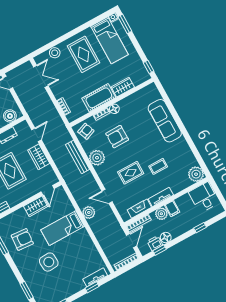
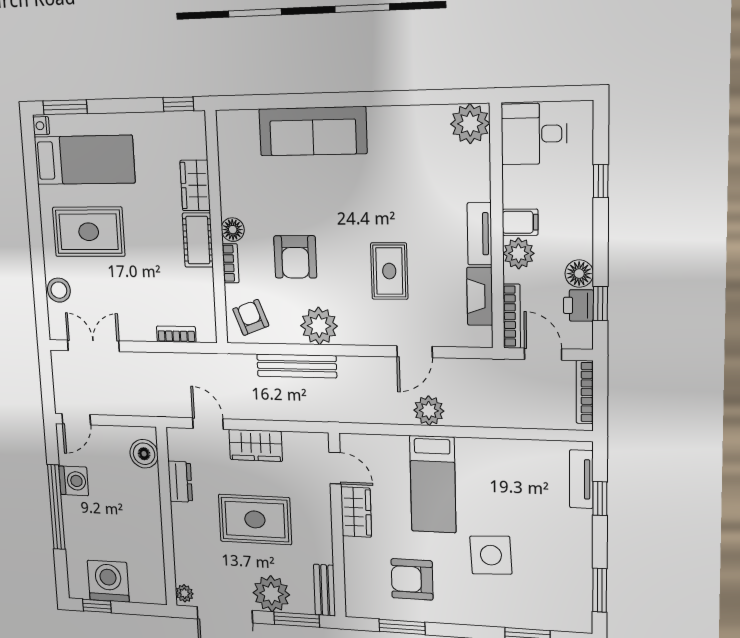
cot: (99, 98) -> (198, 240), width x0.73, depth x0.75
coffee table: (158, 166) -> (407, 202), removed
armchair: (22, 239) -> (412, 579), turned -94

